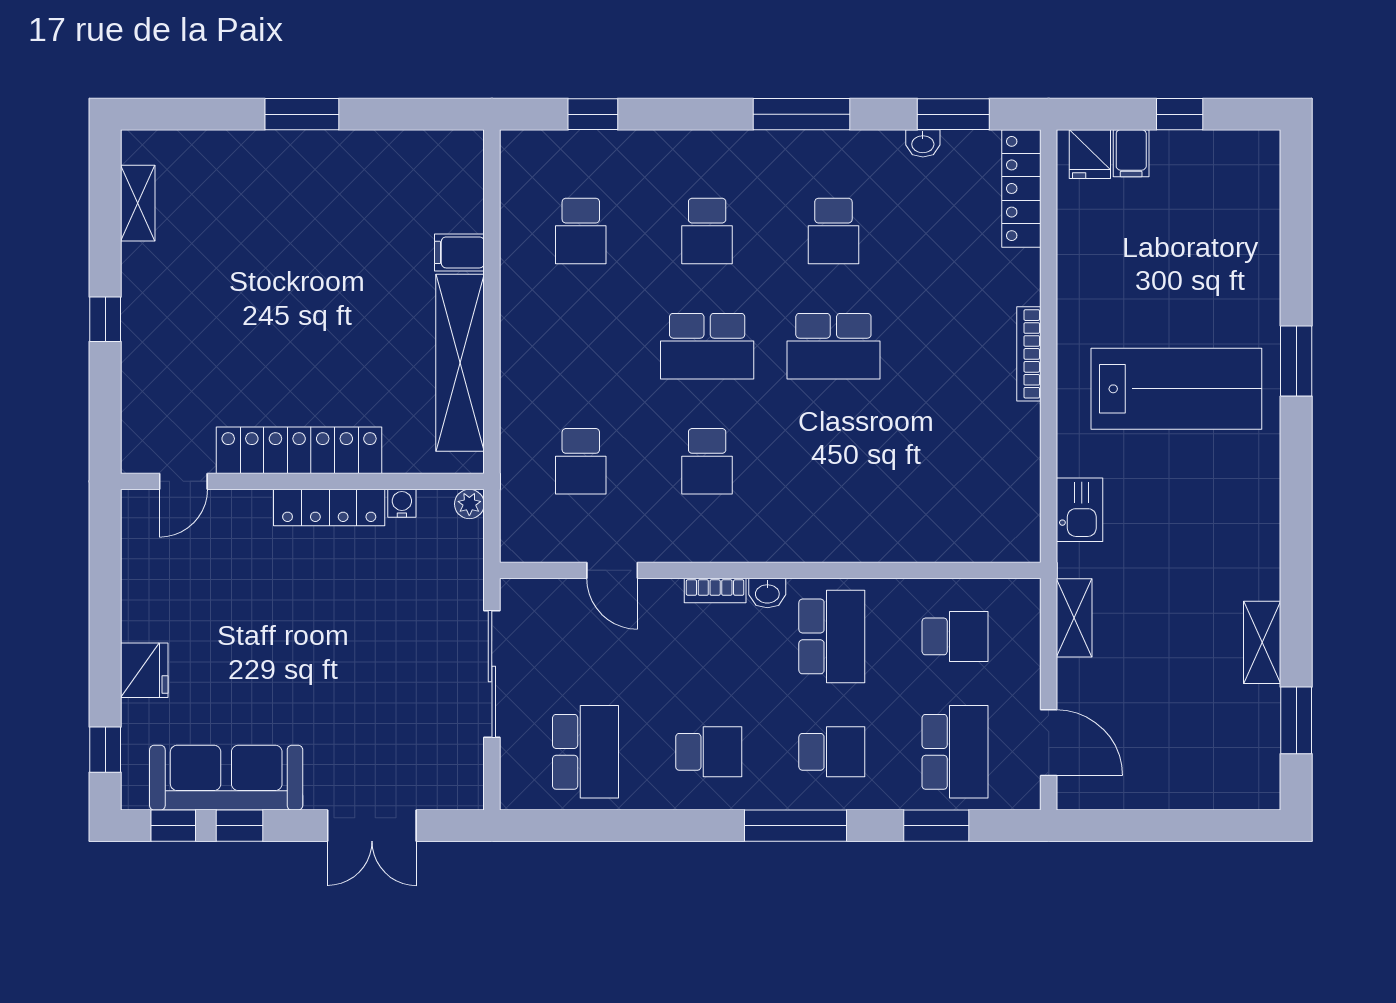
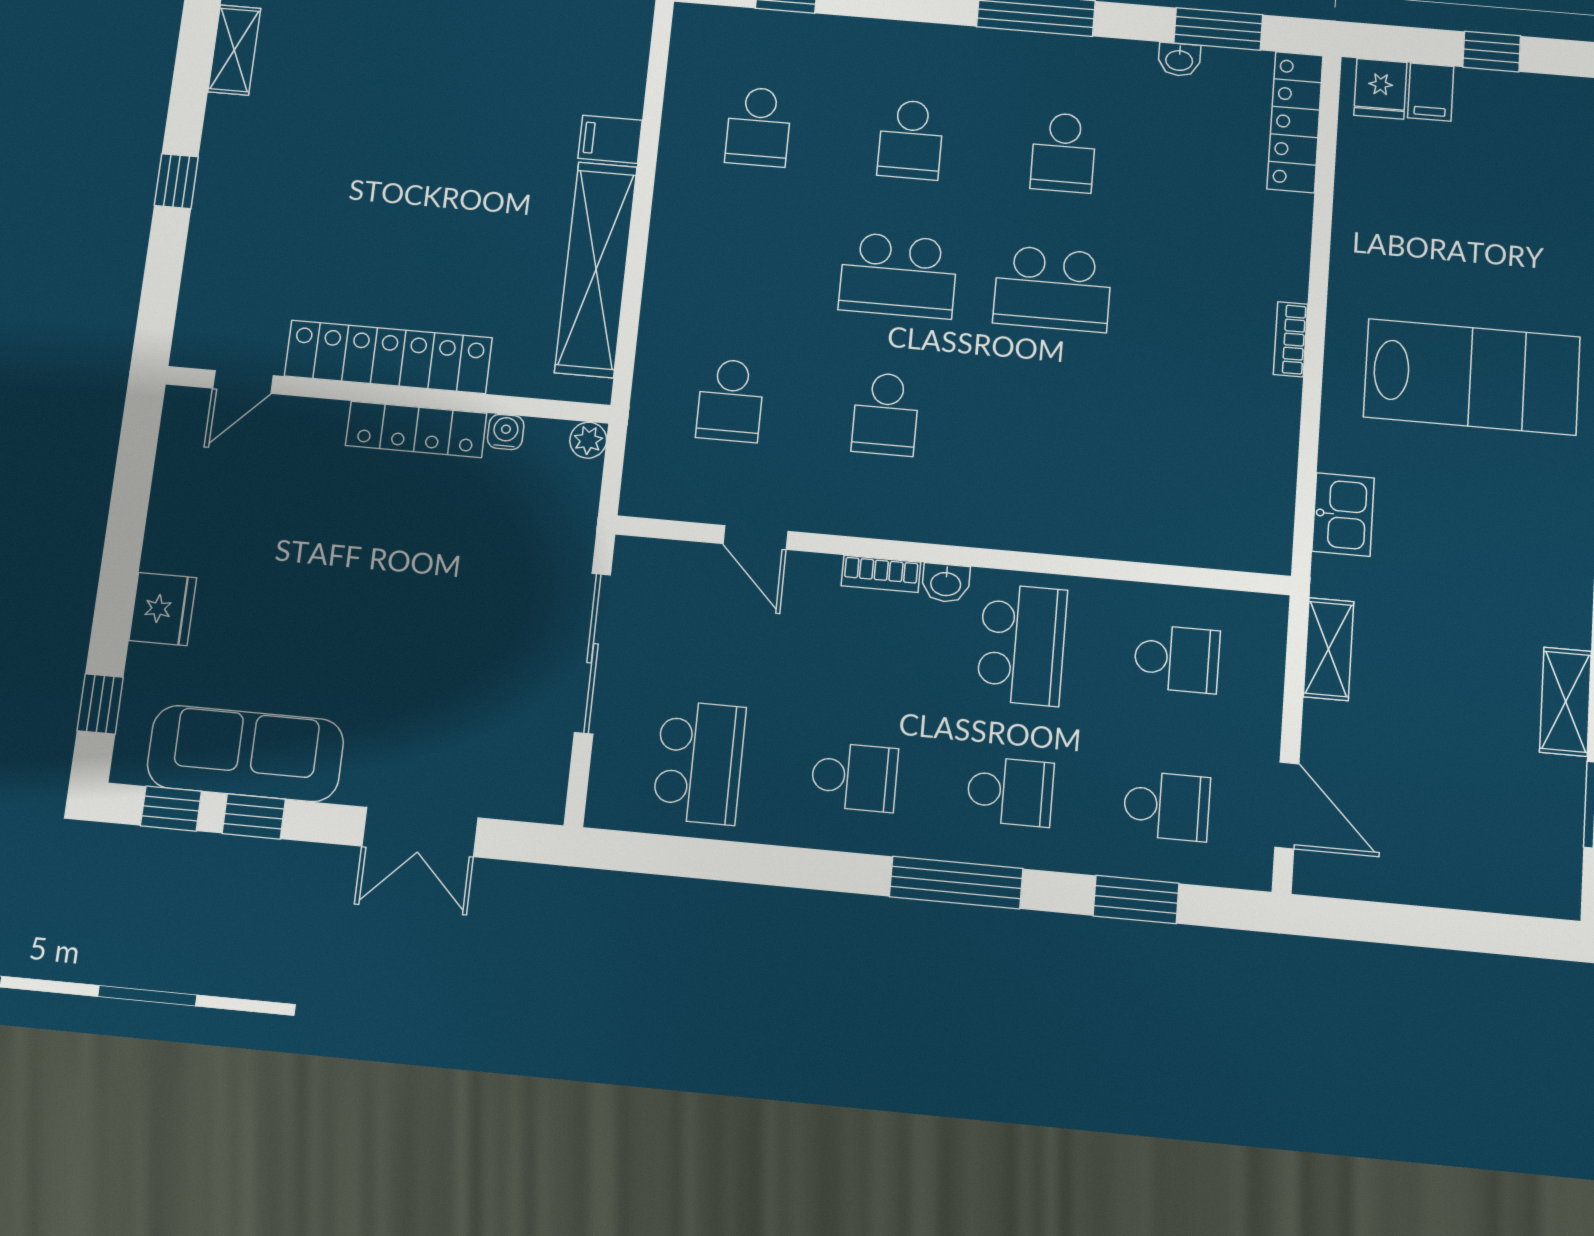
bookcase: (1029, 354) -> (1290, 339), width x0.64
school desk: (955, 752) -> (1167, 806), width x0.54

